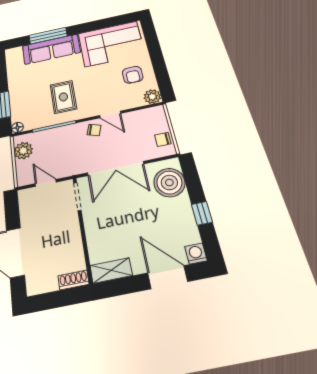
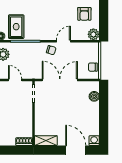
rug: (63, 97) -> (16, 27), moved
door: (110, 114) -> (64, 41), swing flipped
double door: (116, 168) -> (60, 80), swing flipped
boiler: (169, 183) -> (94, 96), width x0.54, depth x0.54
window: (202, 213) -> (104, 119), removed

